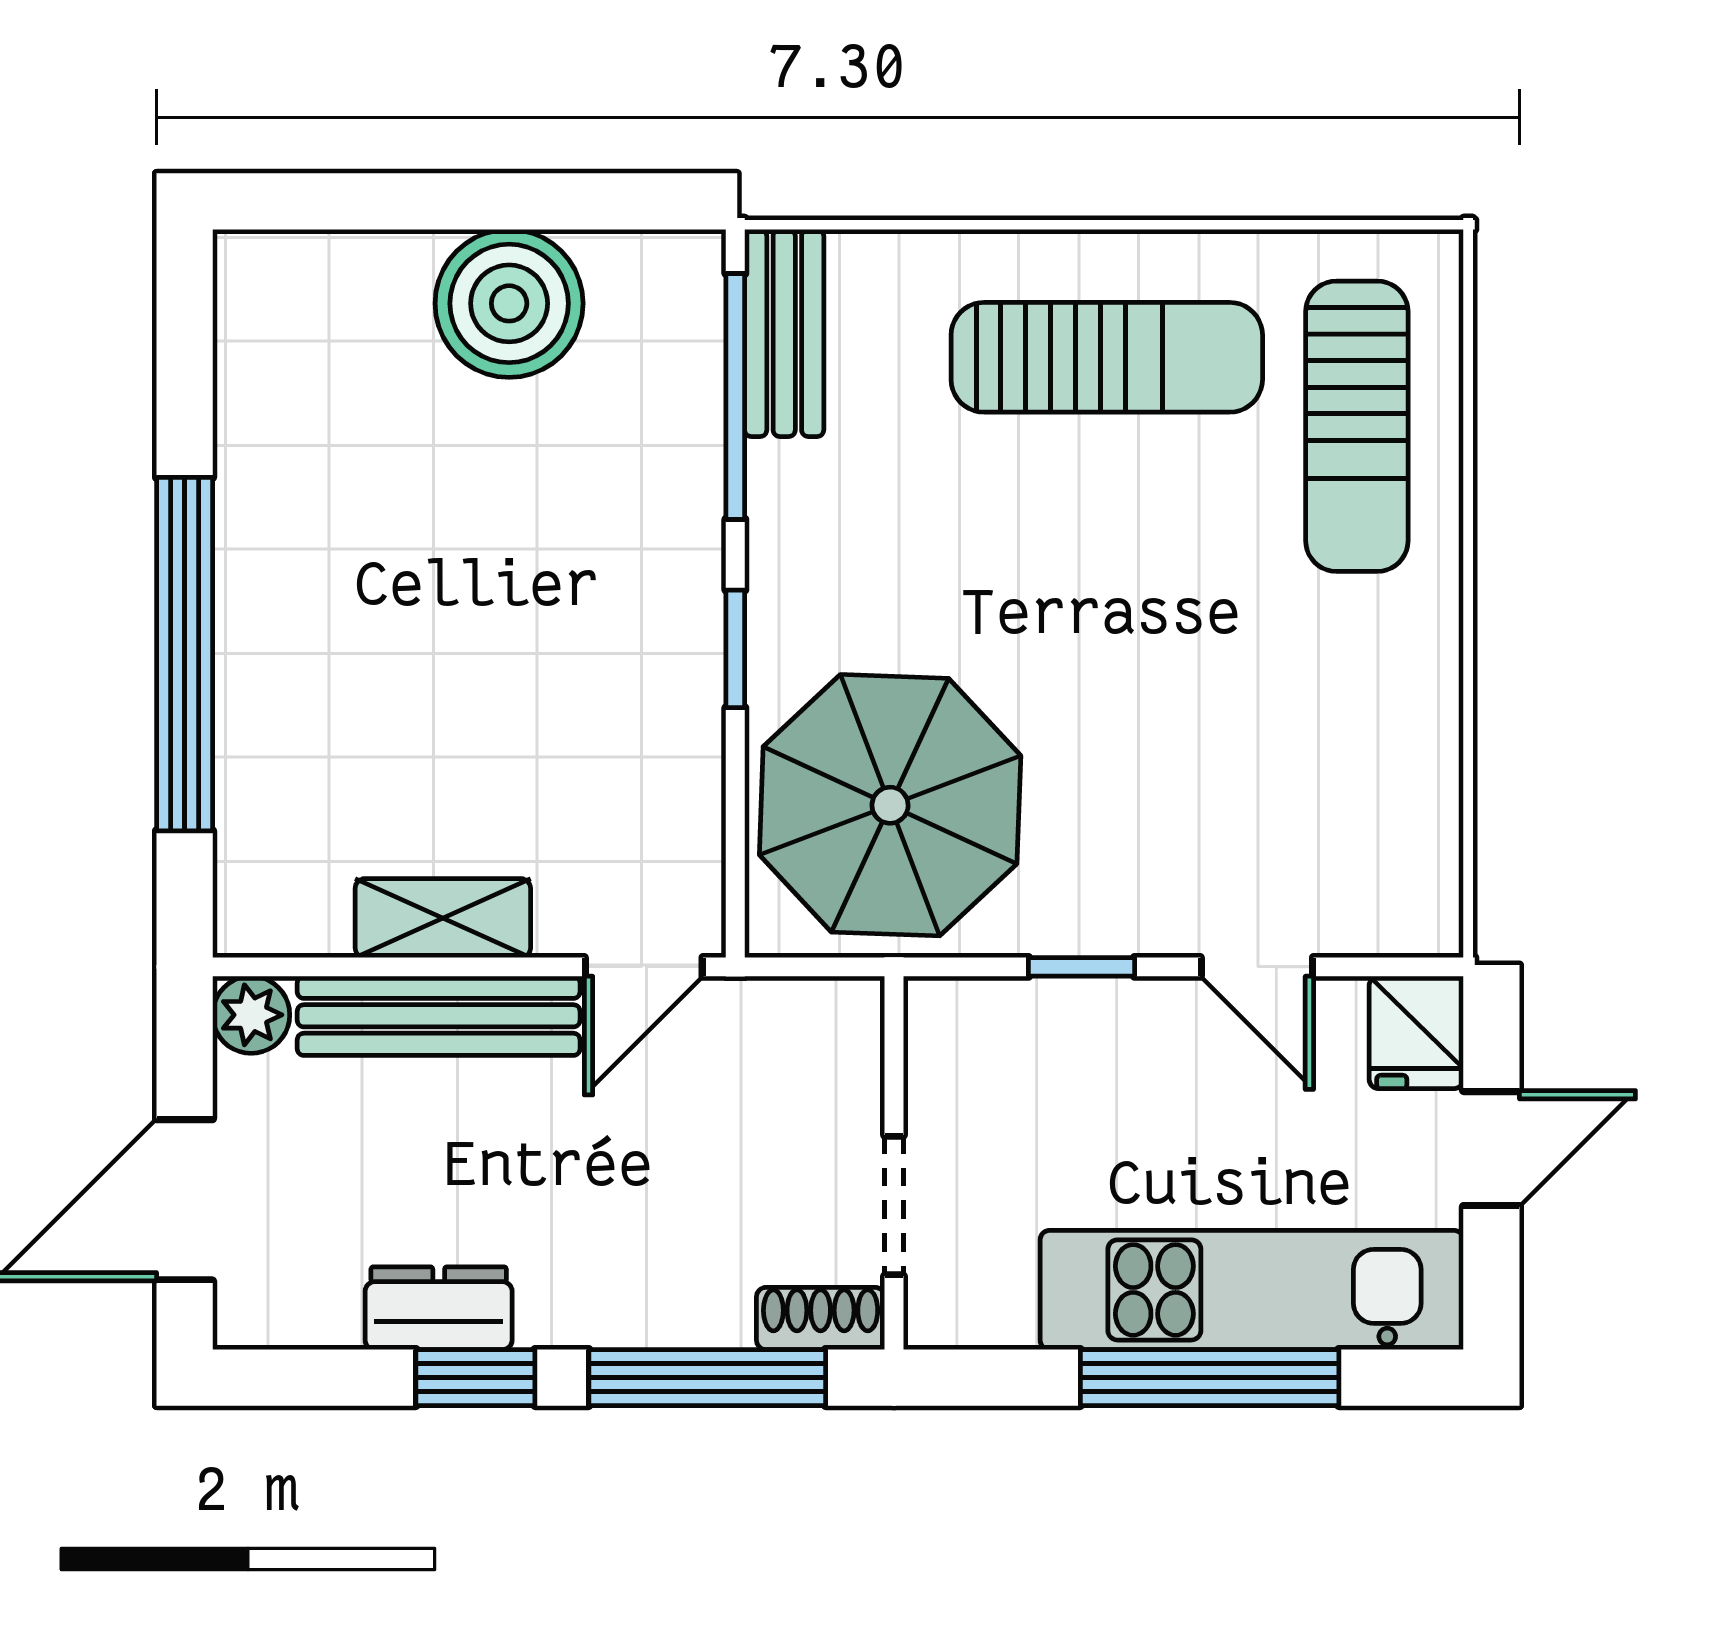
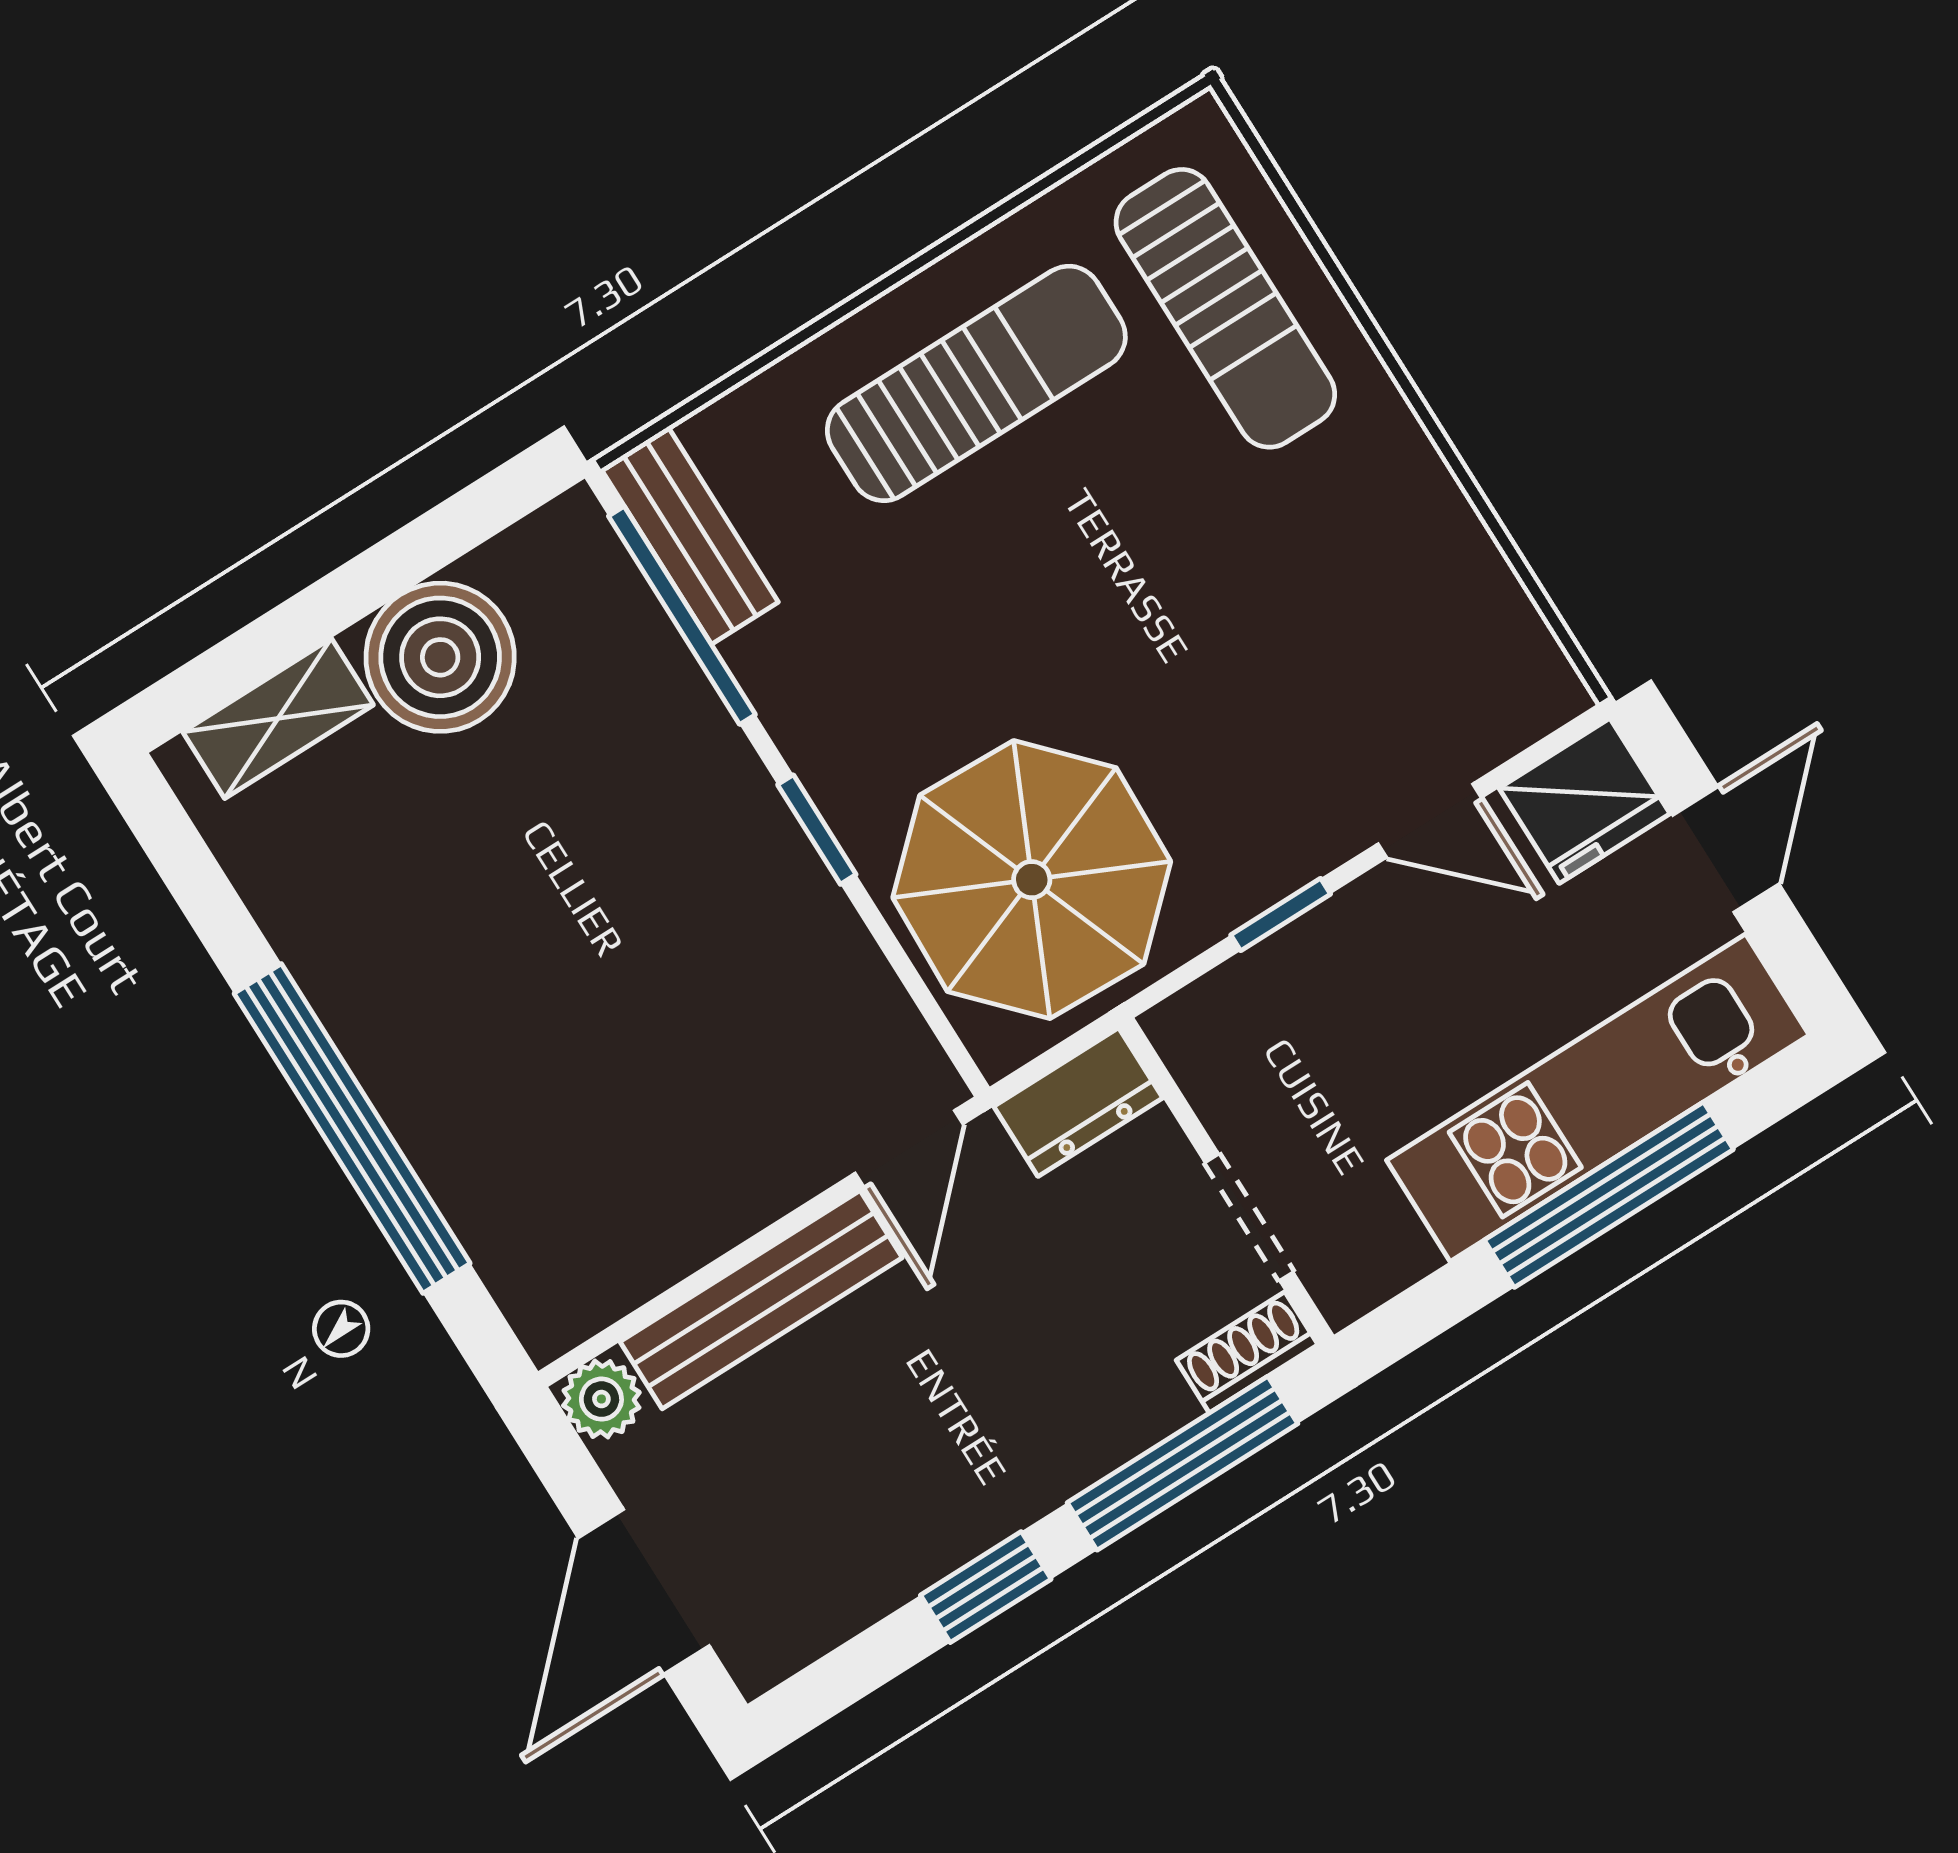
shelving: (443, 918) -> (278, 718), moved
fridge: (1416, 1032) -> (1585, 801), width x1.38
dresser: (439, 1308) -> (1078, 1102), moved, turned 180

